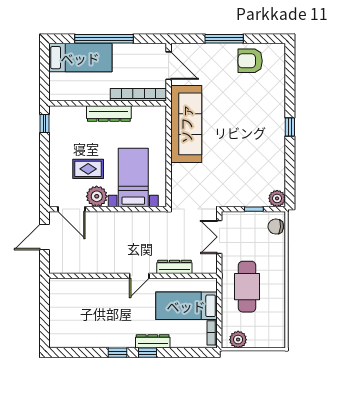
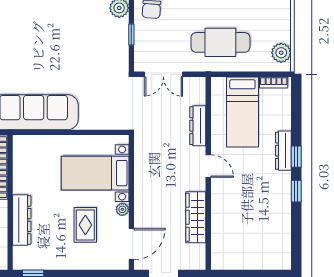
dresser: (109, 114) -> (22, 220), moved
plant: (97, 196) -> (122, 209), width x0.53, depth x0.53
wardrobe: (95, 265) -> (196, 217), added

